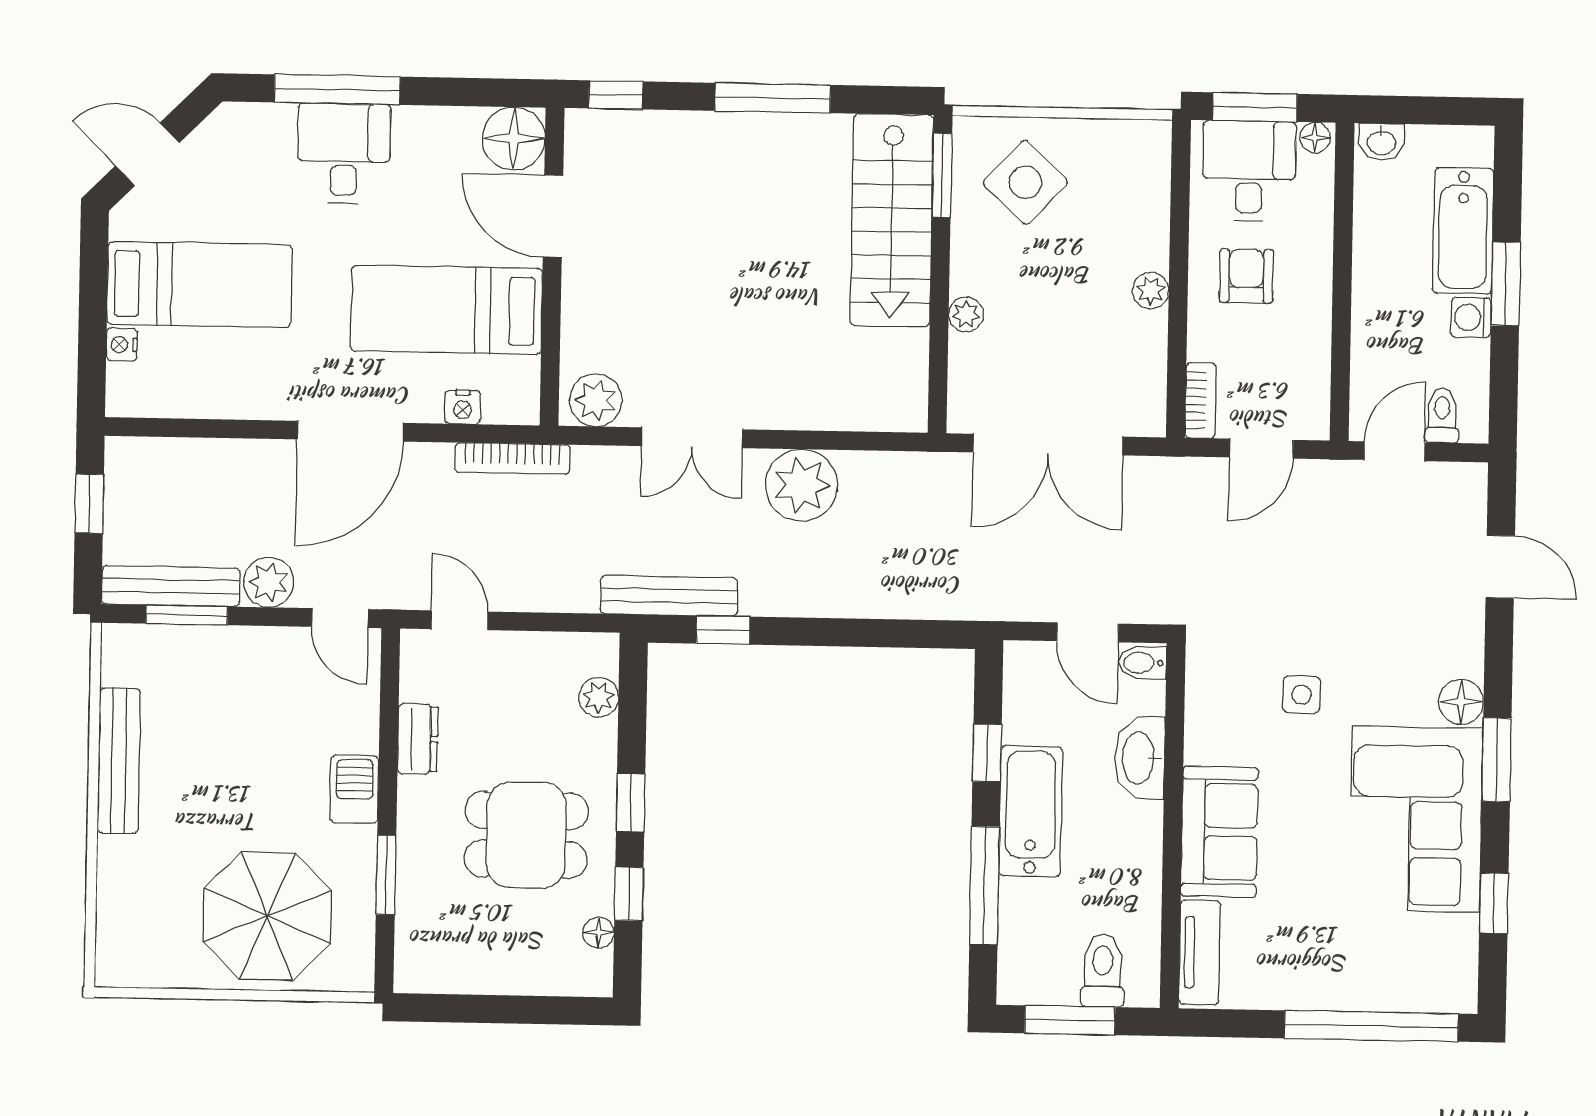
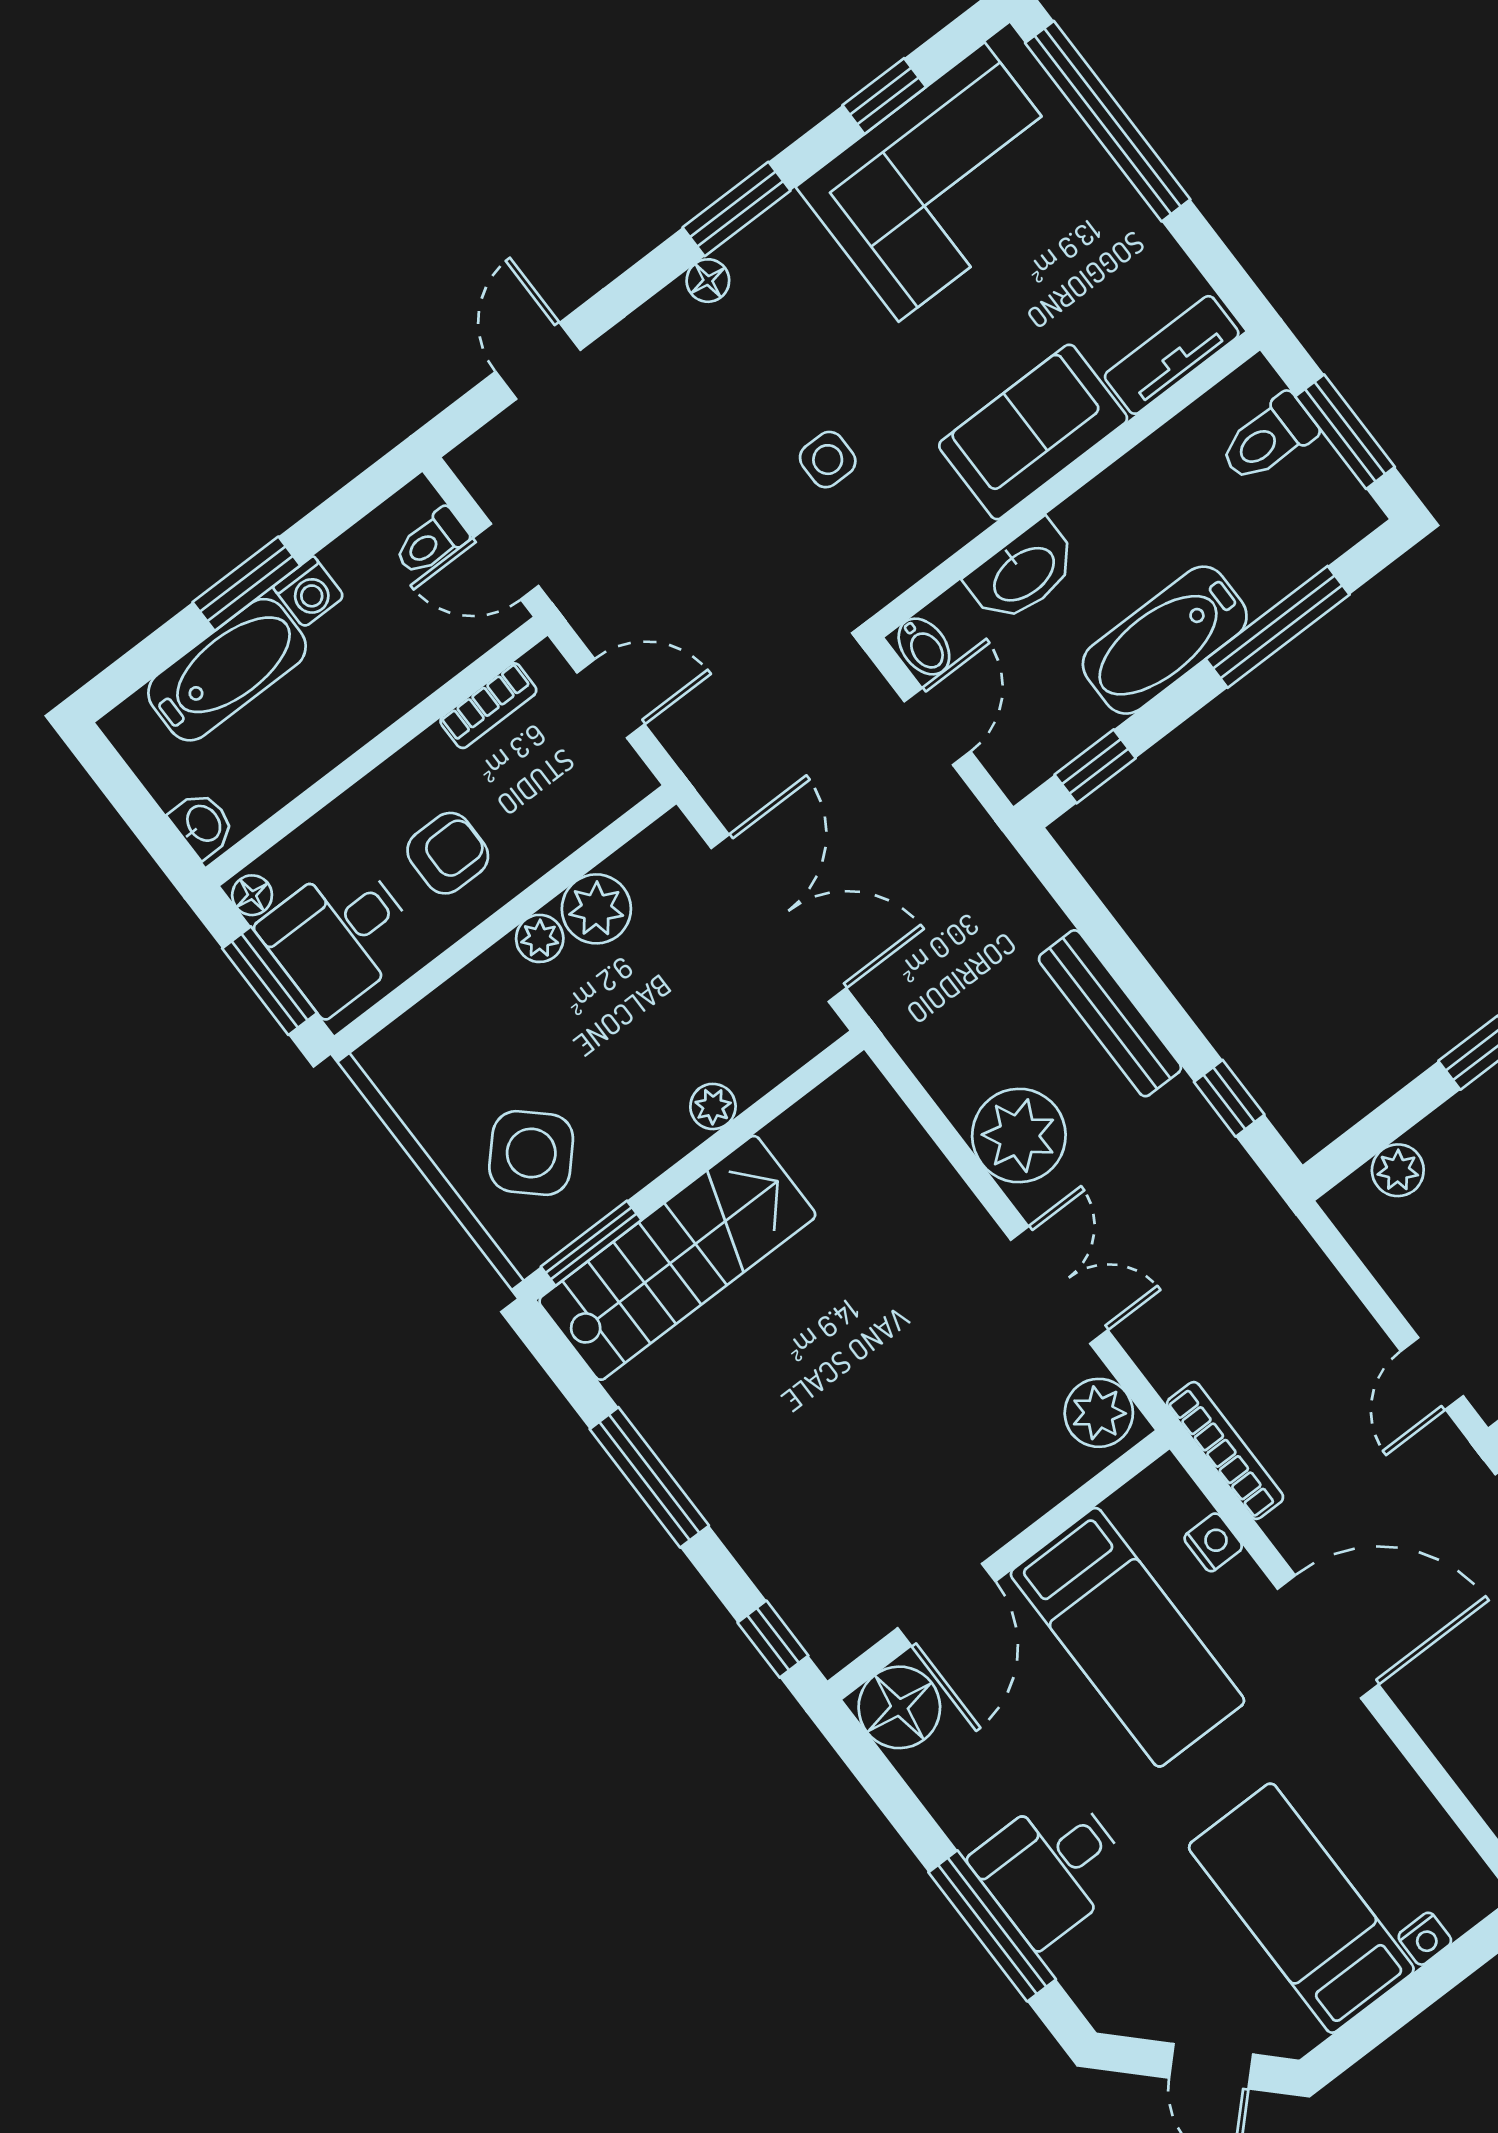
armchair: (1246, 276) -> (448, 853), turned 180
plant: (1141, 339) -> (596, 909), added
bookcase: (1201, 400) -> (488, 706), moved, turned 180
bench: (669, 596) -> (1110, 1013), moved
floor lamp: (1461, 702) -> (708, 281), width x0.73, depth x0.73
window: (987, 753) -> (1095, 766), moved
corner sofa: (1416, 819) -> (942, 182), moved

